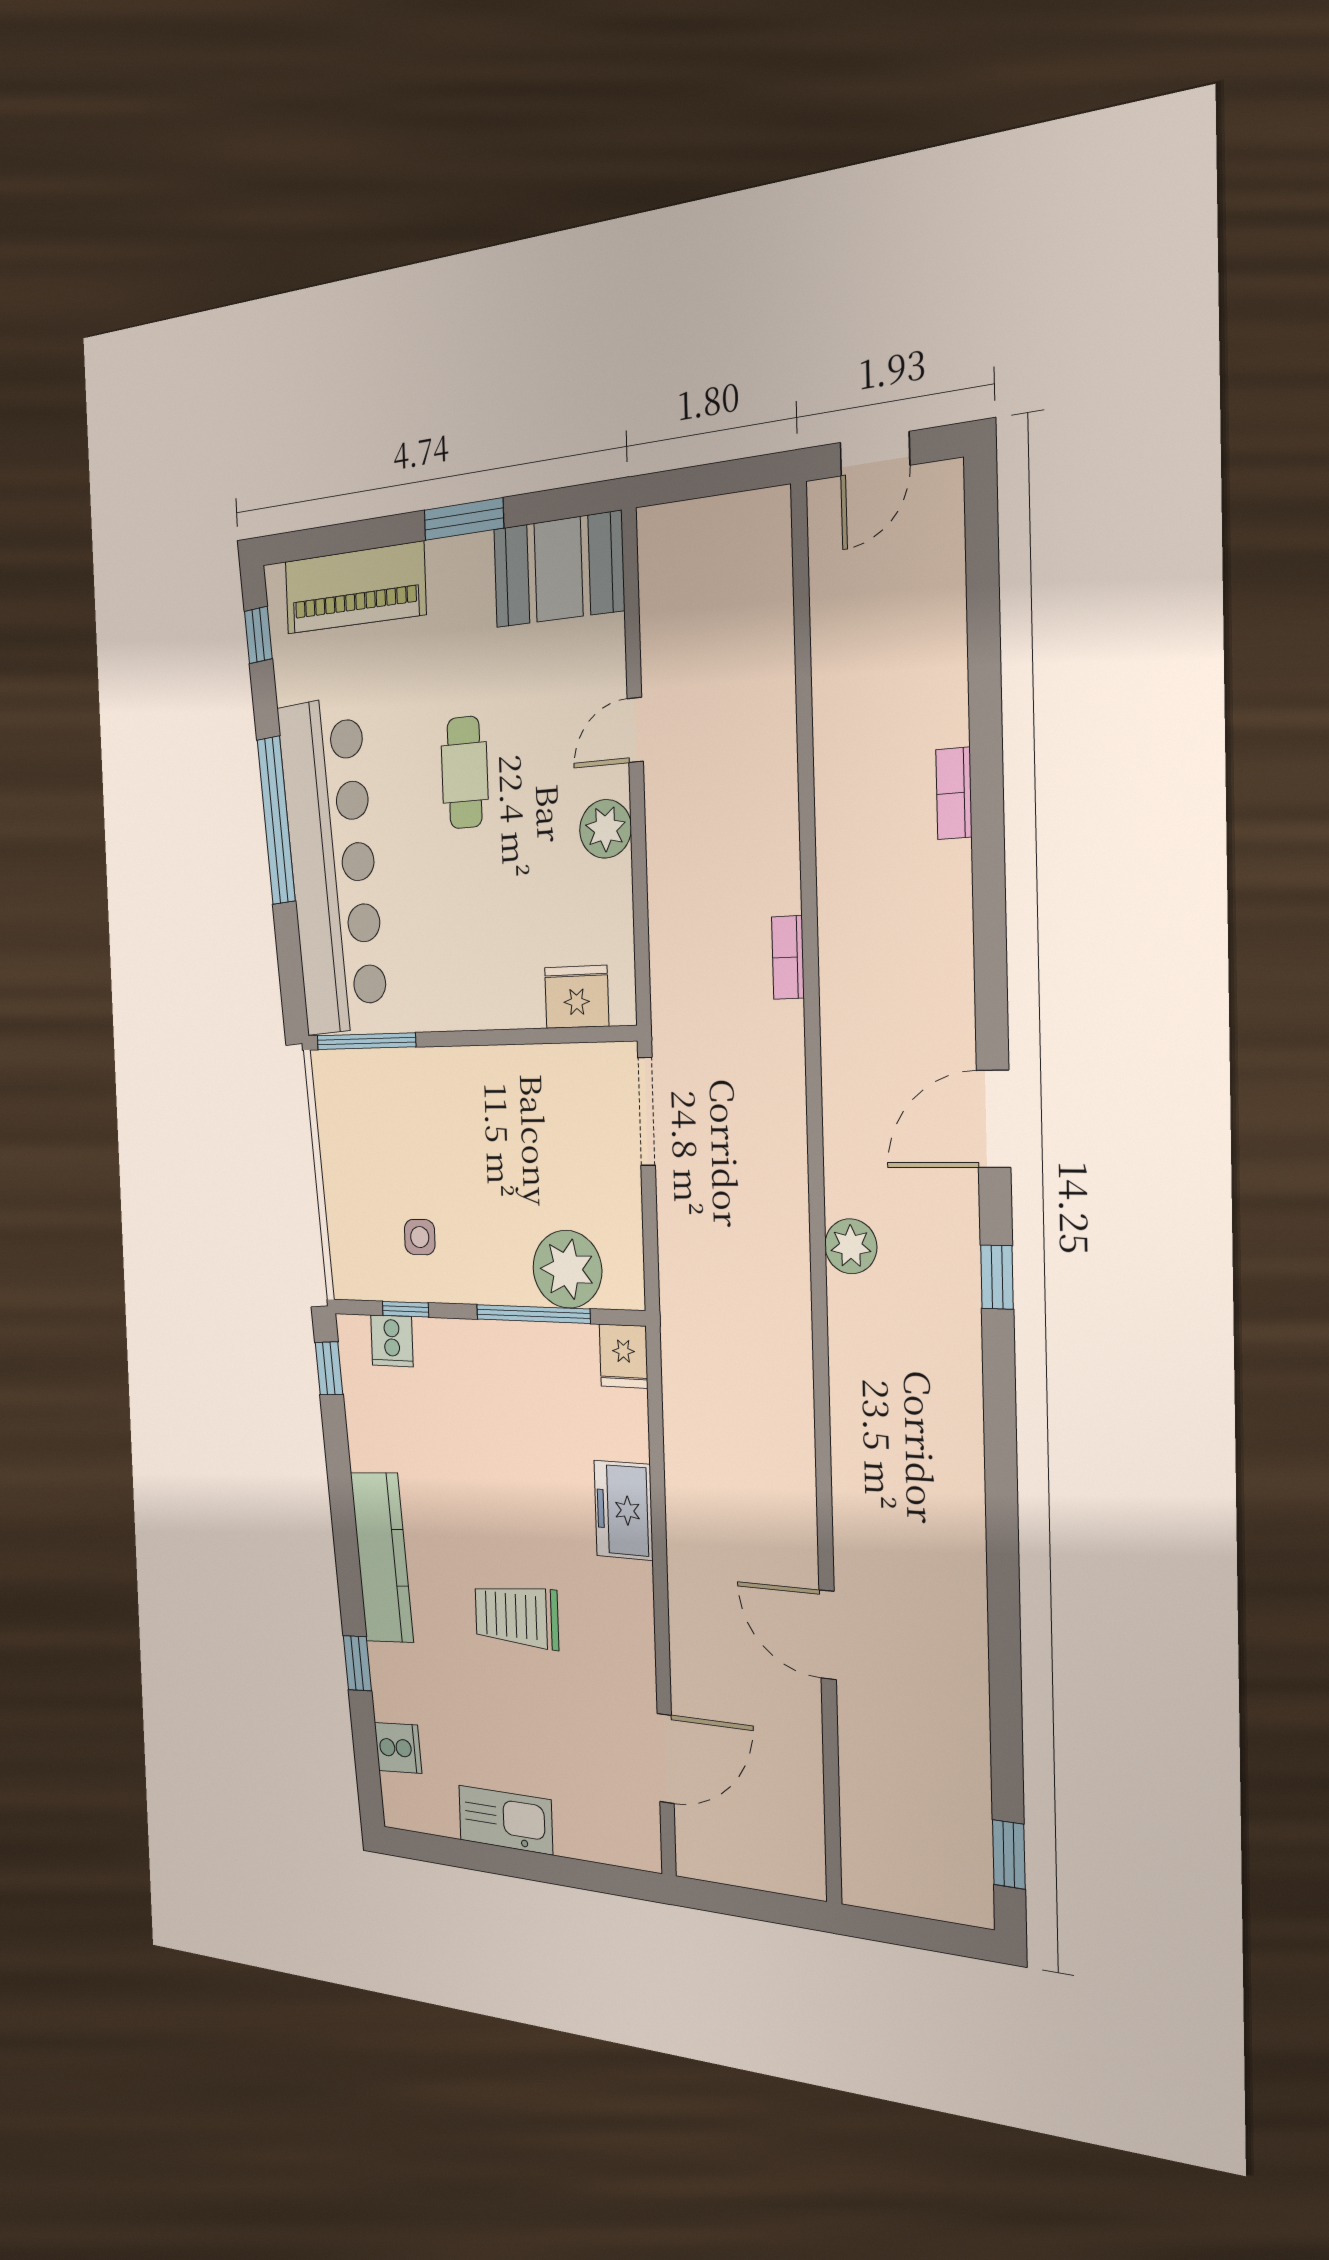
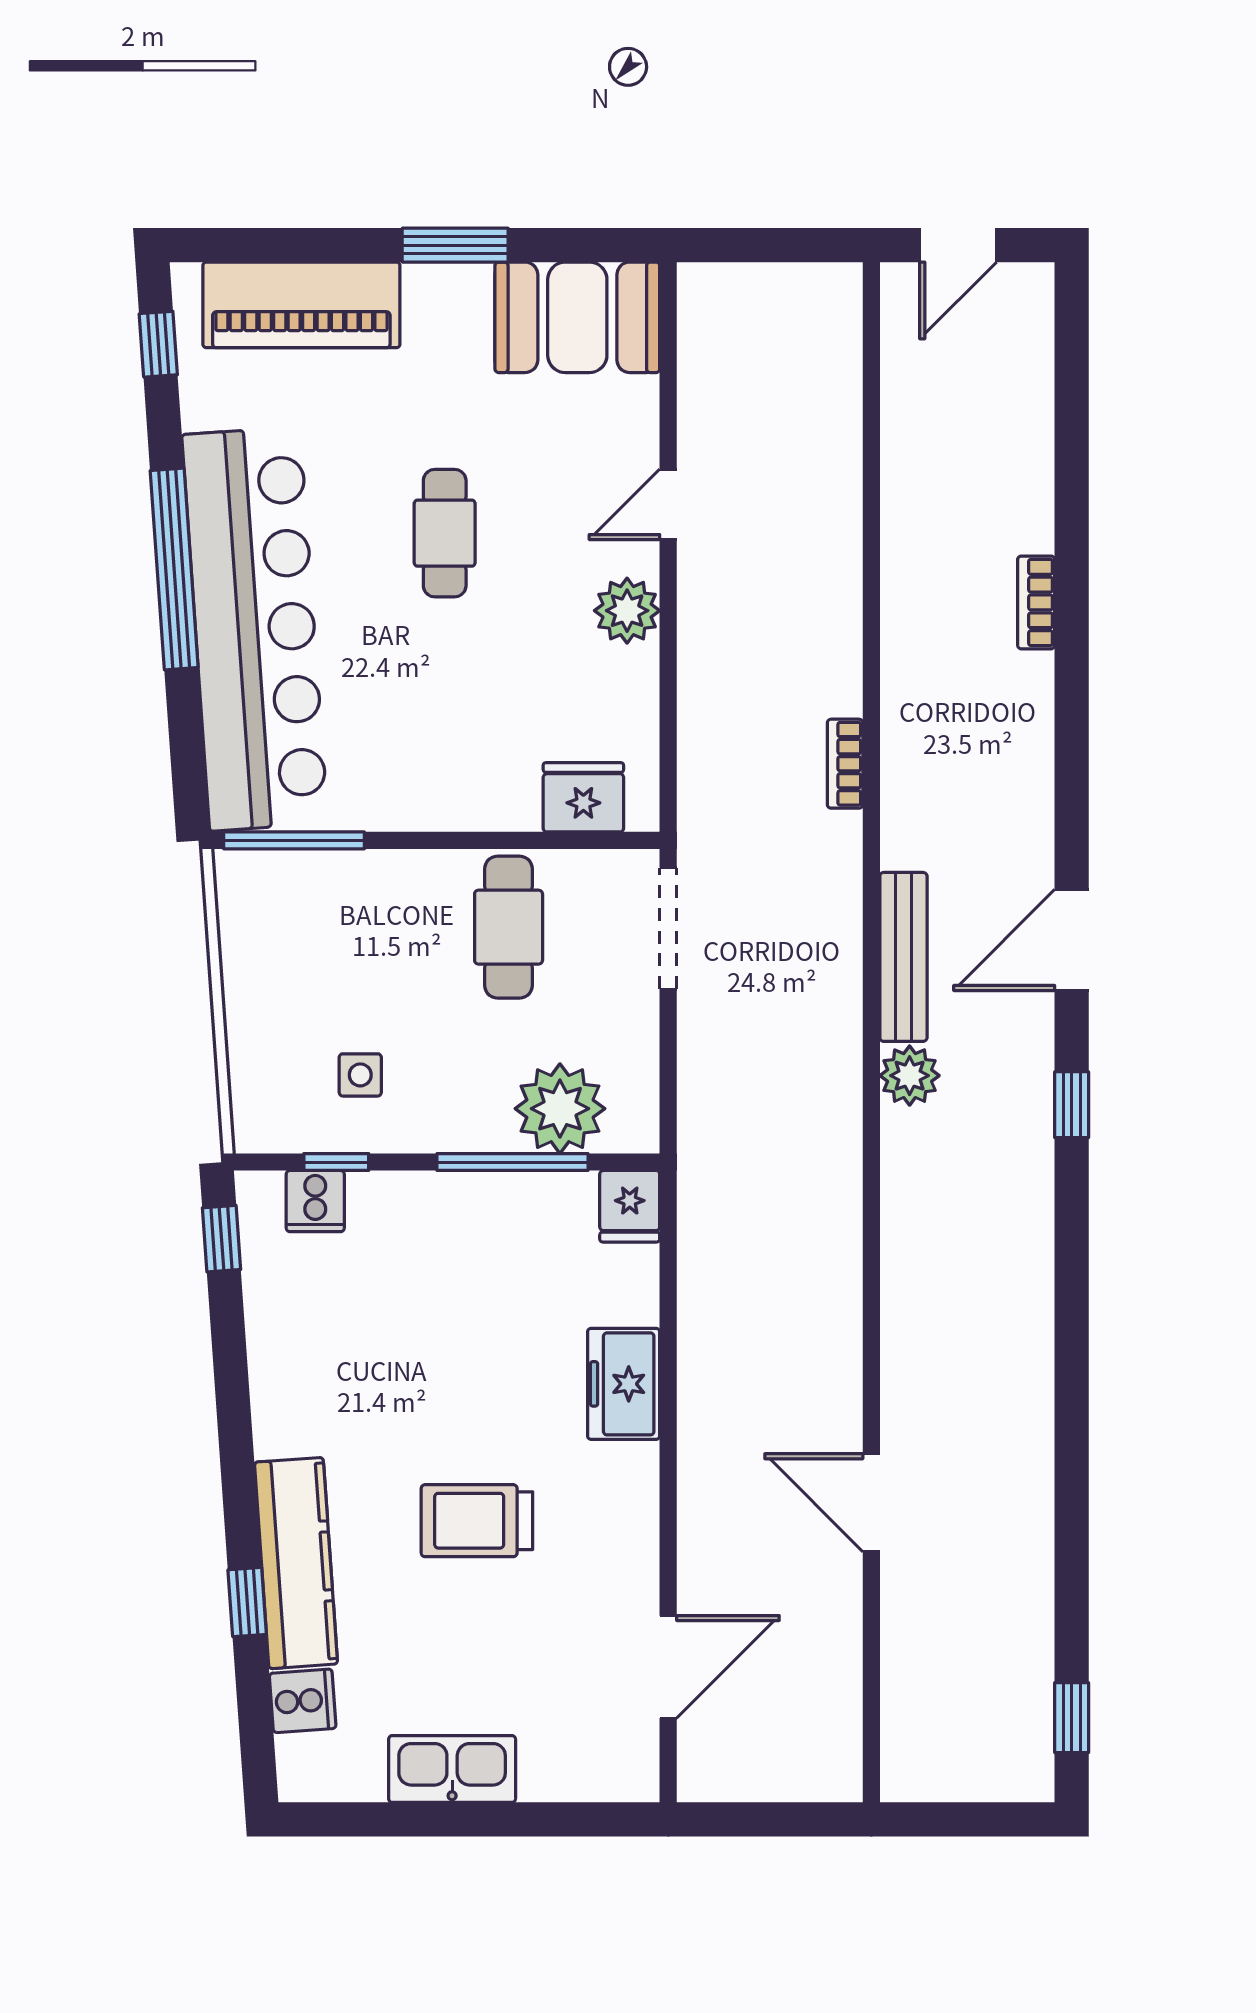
cafe table: (523, 1112) -> (509, 927), added
bench: (843, 1136) -> (903, 957), added
kitchen counter: (382, 1557) -> (296, 1563), moved

